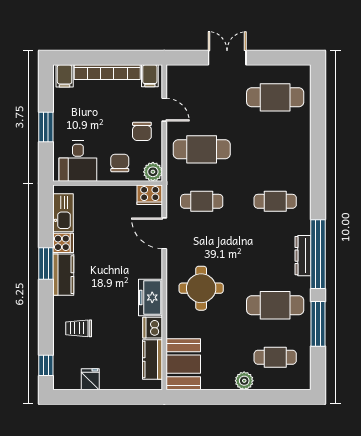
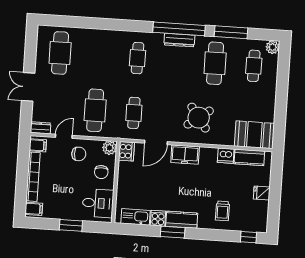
dresser: (173, 78) -> (41, 128), added
chair: (120, 163) -> (101, 172), turned -90
round table: (201, 288) -> (199, 118), turned -36
freezer: (151, 297) -> (185, 155), moved
fridge: (90, 379) -> (262, 193), moved
plant: (244, 381) -> (273, 47), moved

